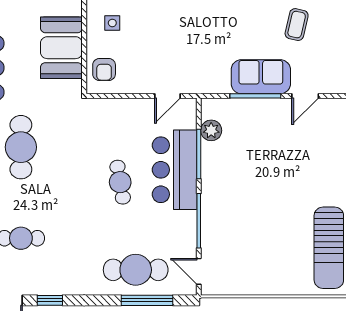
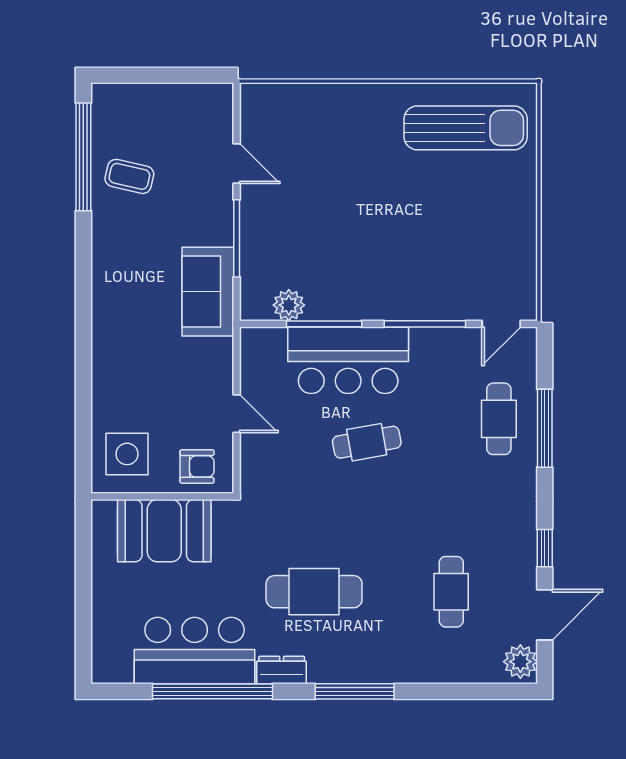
side table: (112, 23) -> (127, 454), width x1.87, depth x1.87
sofa: (261, 77) -> (208, 292), moved
door: (167, 96) -> (237, 414), moved
cafe table: (136, 270) -> (499, 419), width x0.73, depth x0.74
window: (147, 300) -> (545, 428), moved

